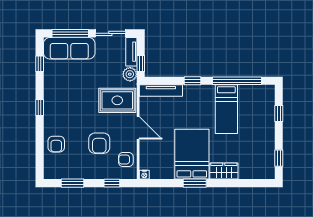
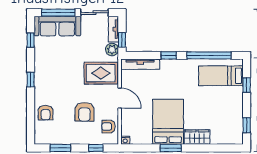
bed: (226, 109) -> (221, 76), moved, turned 90

